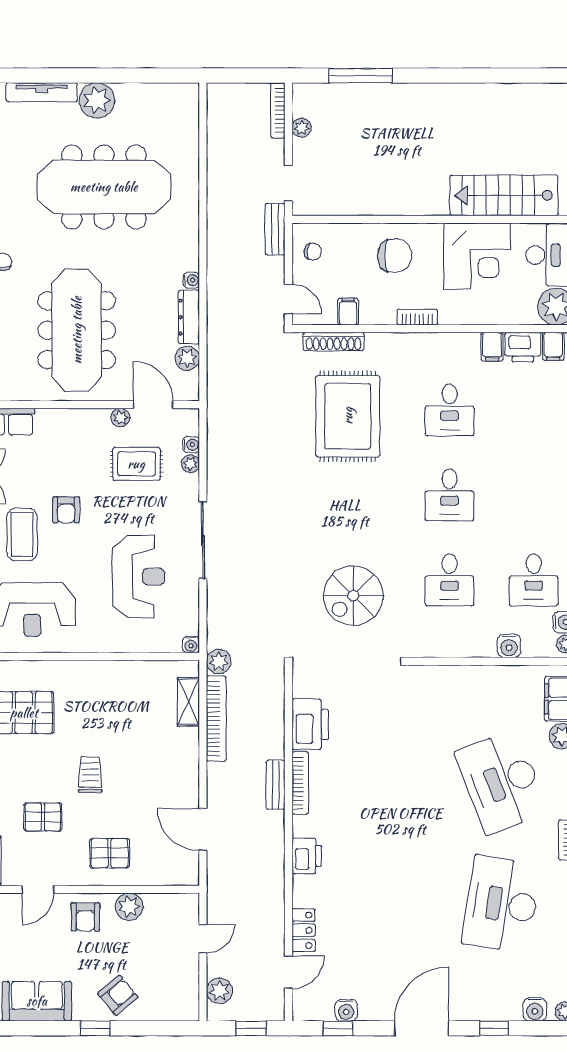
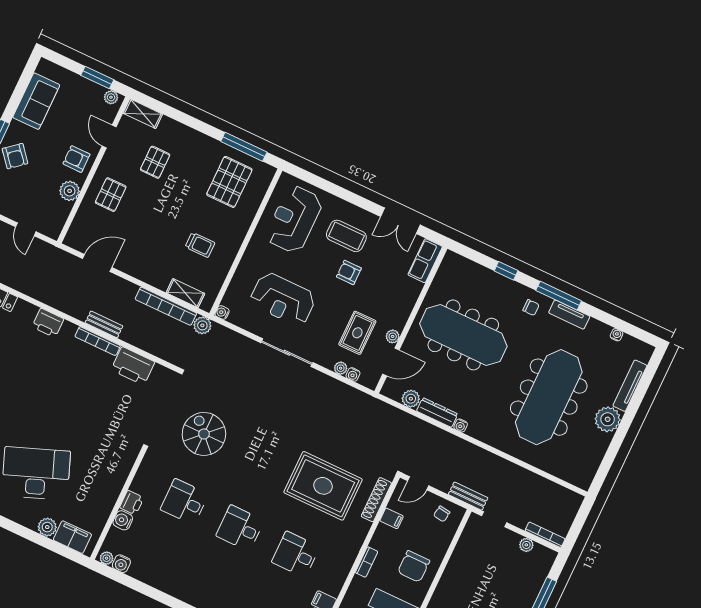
desk: (534, 580) -> (158, 557), removed
printer: (482, 645) -> (132, 503), added
trolley: (90, 775) -> (200, 245), moved

